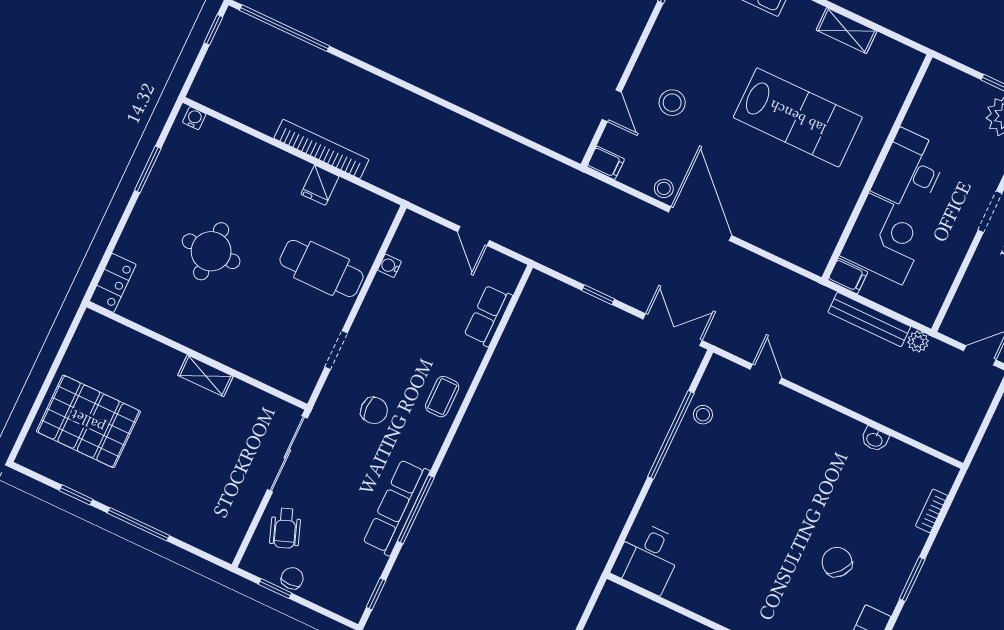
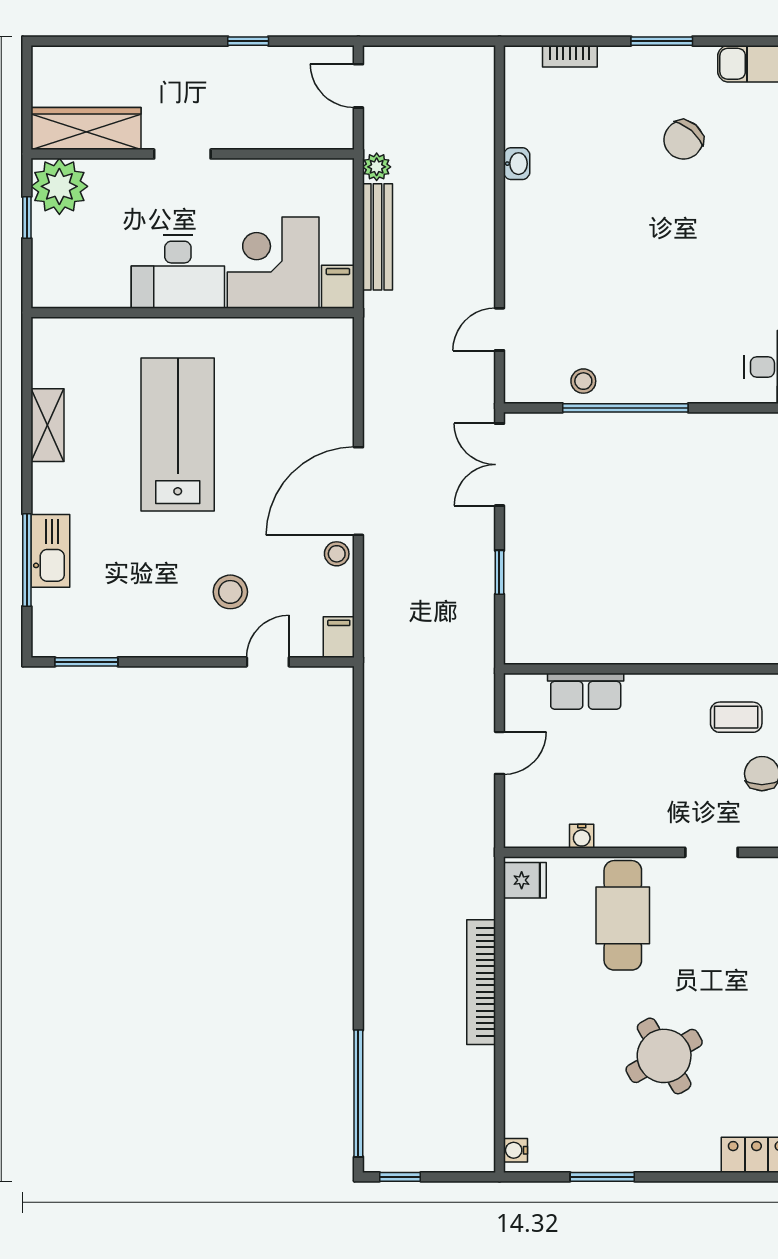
fridge: (320, 185) -> (525, 880), moved
round table: (211, 251) -> (664, 1056), turned -30
coffee table: (442, 397) -> (736, 717), moved

